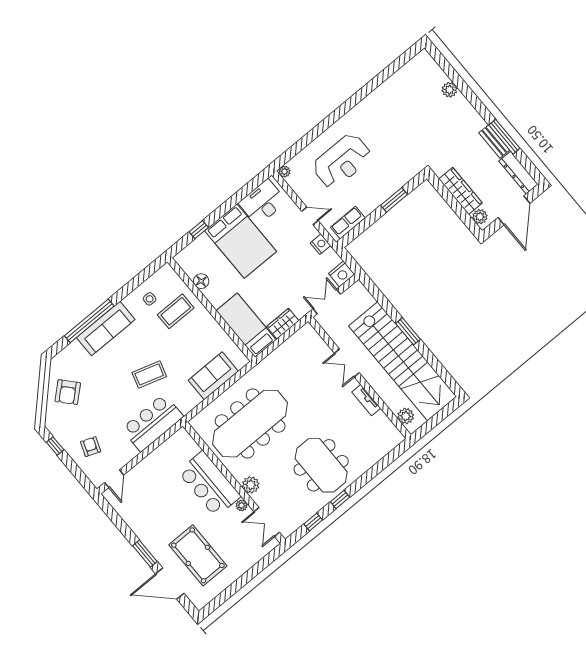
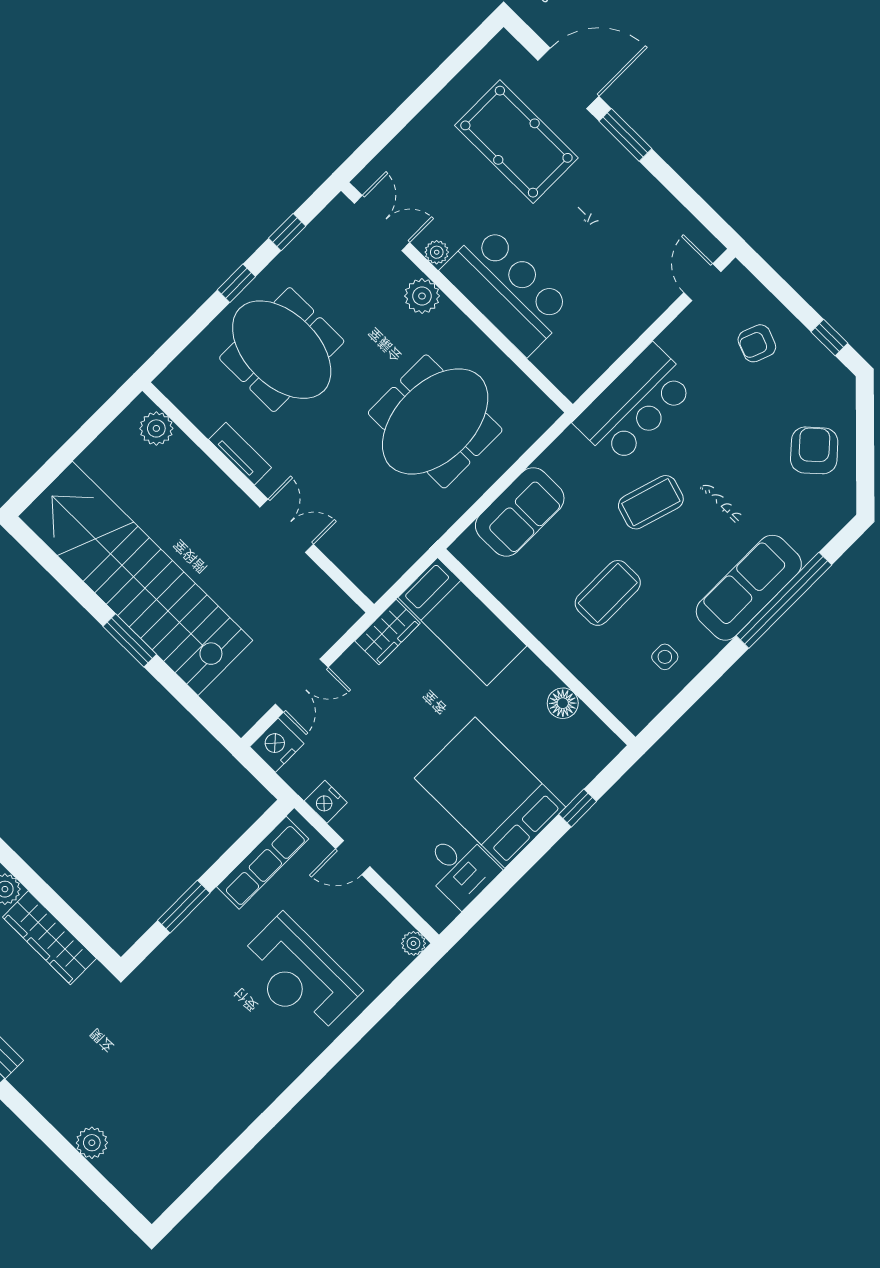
reception desk: (342, 161) -> (298, 976), turned -90
desk: (263, 202) -> (460, 869), width x0.73
row of seats: (348, 223) -> (263, 863), width x1.48
coffee table: (176, 311) -> (608, 593), moved
double door: (347, 363) -> (287, 526), moved
wall: (359, 378) -> (258, 497), moved
tv unit: (366, 400) -> (240, 454), moved
plant: (406, 416) -> (156, 428), moved
meeting table: (250, 424) -> (435, 421), width x0.73
armchair: (91, 447) -> (757, 343), turned 90

